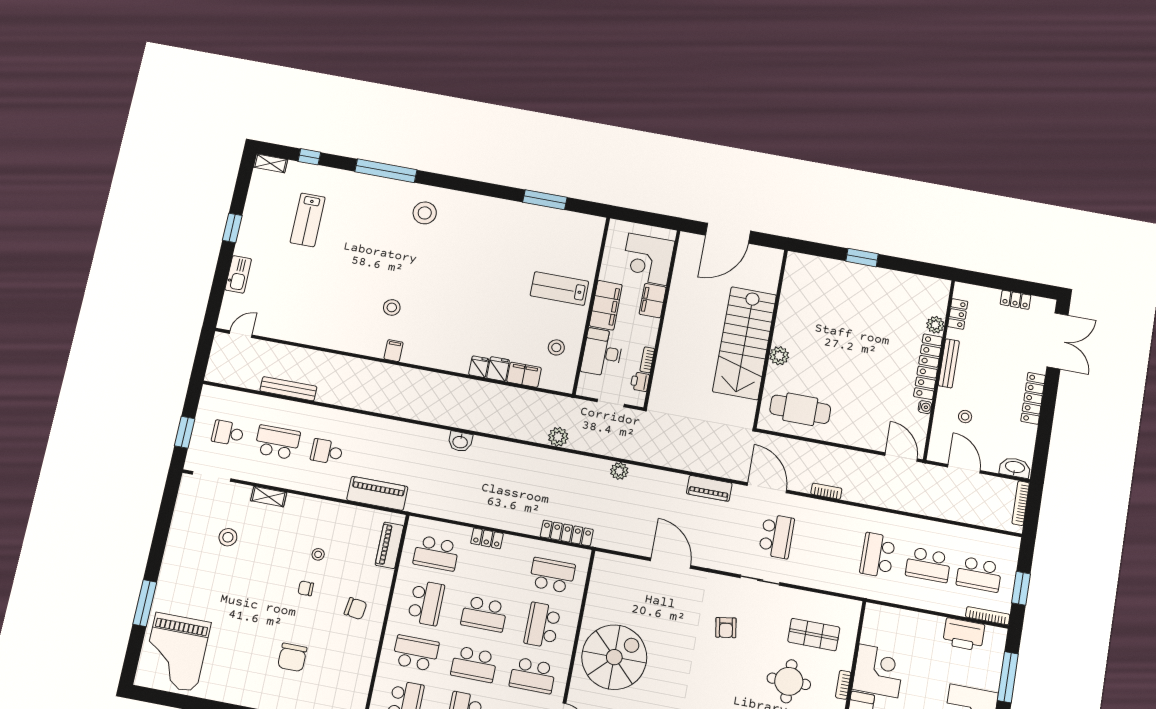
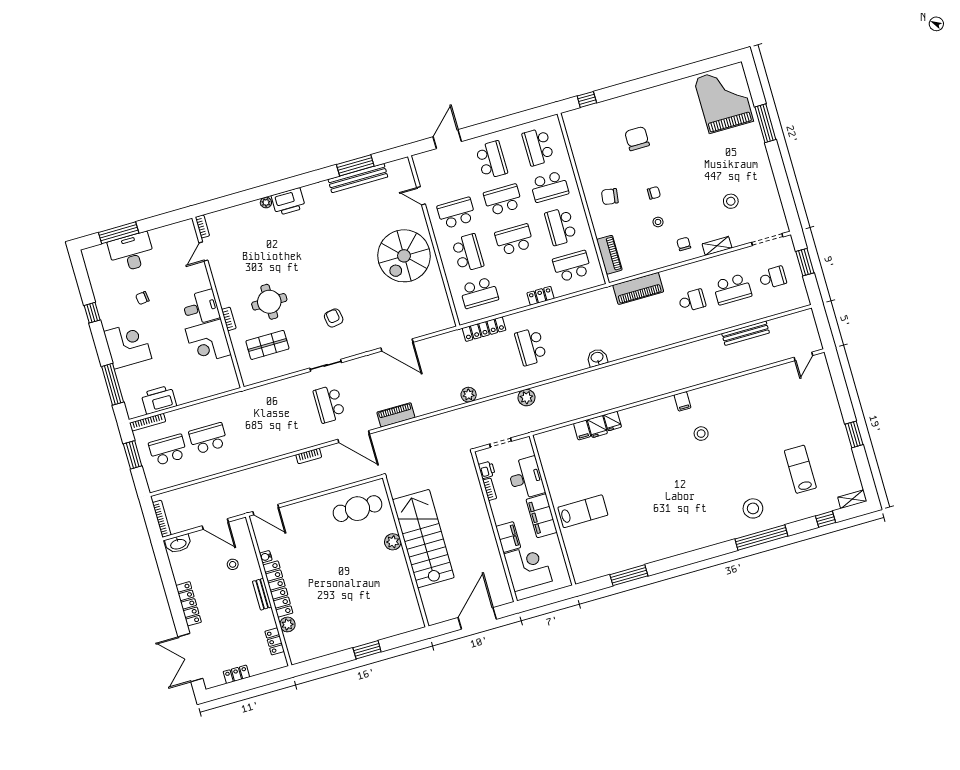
stool: (425, 213) -> (753, 508), moved
kitchen sink: (238, 274) -> (830, 401), removed
stool: (556, 347) -> (562, 465), removed
bench: (949, 363) -> (262, 594), width x0.73
filing cabinet: (524, 375) -> (582, 430), width x0.50
chair: (303, 517) -> (684, 244), added
school desk: (878, 555) -> (531, 347), moved, turned 180

